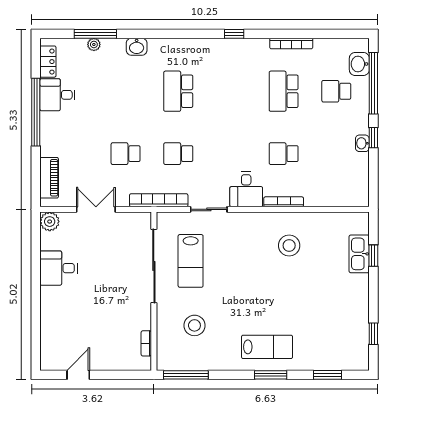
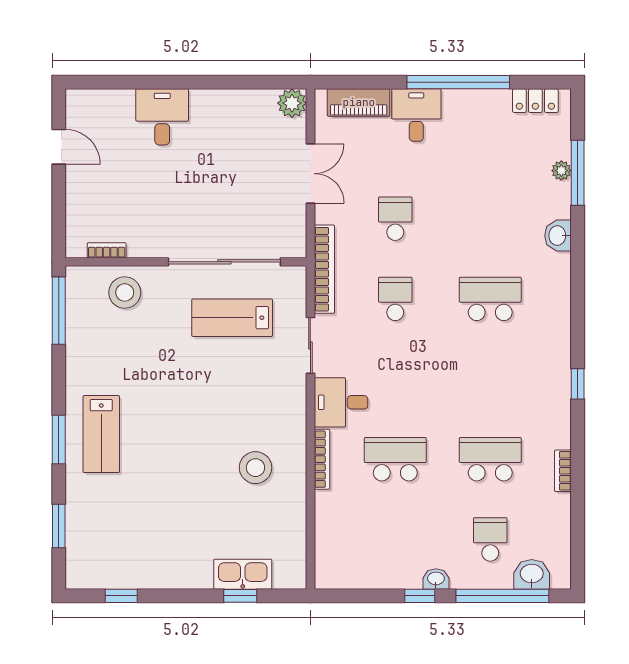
bookcase: (291, 43) -> (563, 471), width x0.64
desk: (57, 95) -> (416, 115), moved
washbasin: (362, 143) -> (436, 579), moved
school desk: (284, 154) -> (395, 459), width x1.85
desk: (59, 268) -> (162, 117), moved
stool: (194, 325) -> (125, 292), moved

